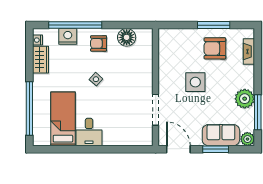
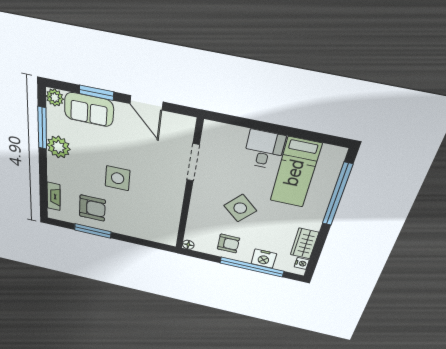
floor lamp: (127, 37) -> (188, 245), width x0.53, depth x0.53
side table: (96, 79) -> (240, 208), width x1.87, depth x1.87
wall: (156, 87) -> (189, 188), moved
doorway: (156, 110) -> (193, 163), moved

